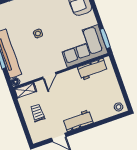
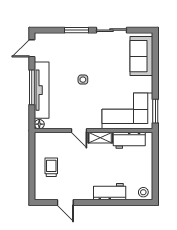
door: (49, 76) -> (79, 131), hinge flipped
shelving: (25, 90) -> (100, 138), moved
workbench: (78, 121) -> (110, 192), moved

